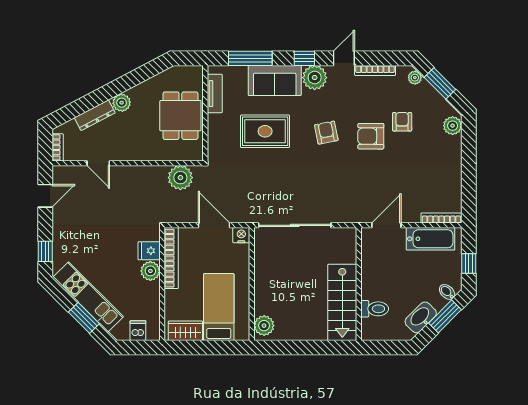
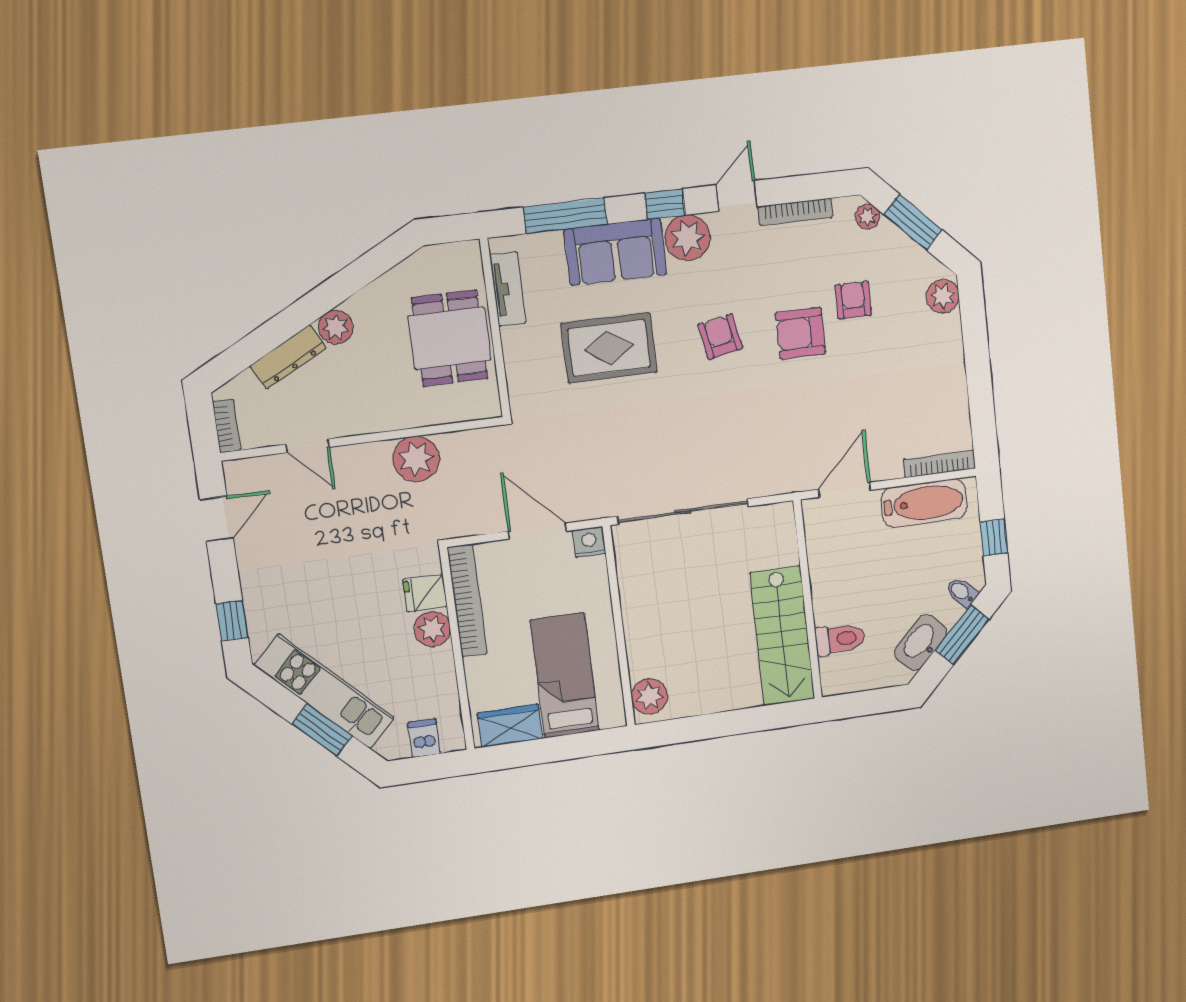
plant: (180, 178) -> (416, 459), moved

